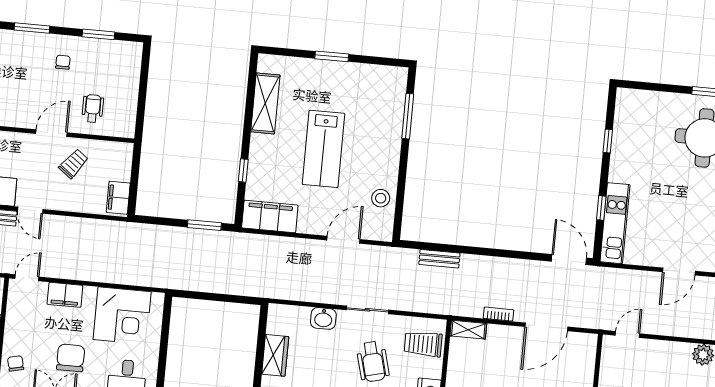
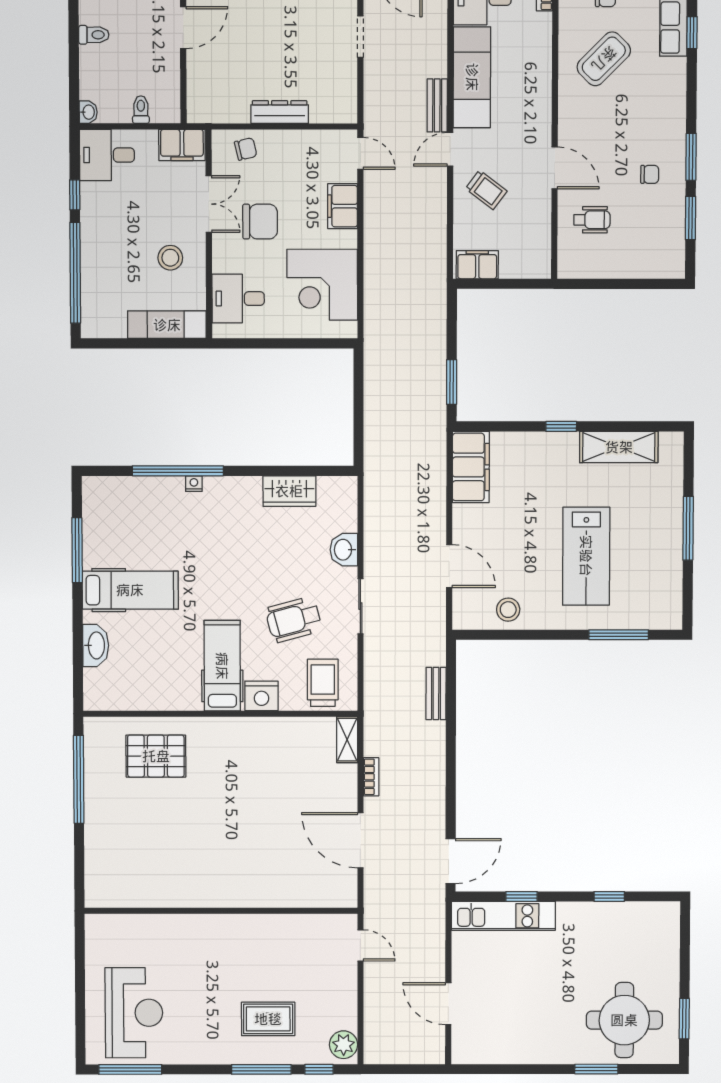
window: (32, 28) -> (691, 157), moved
window: (332, 56) -> (688, 528), width x1.44
lab bench: (323, 149) -> (586, 556), moved, turned -90
trolley: (74, 164) -> (486, 190), moved
window: (243, 171) -> (561, 426), moved

